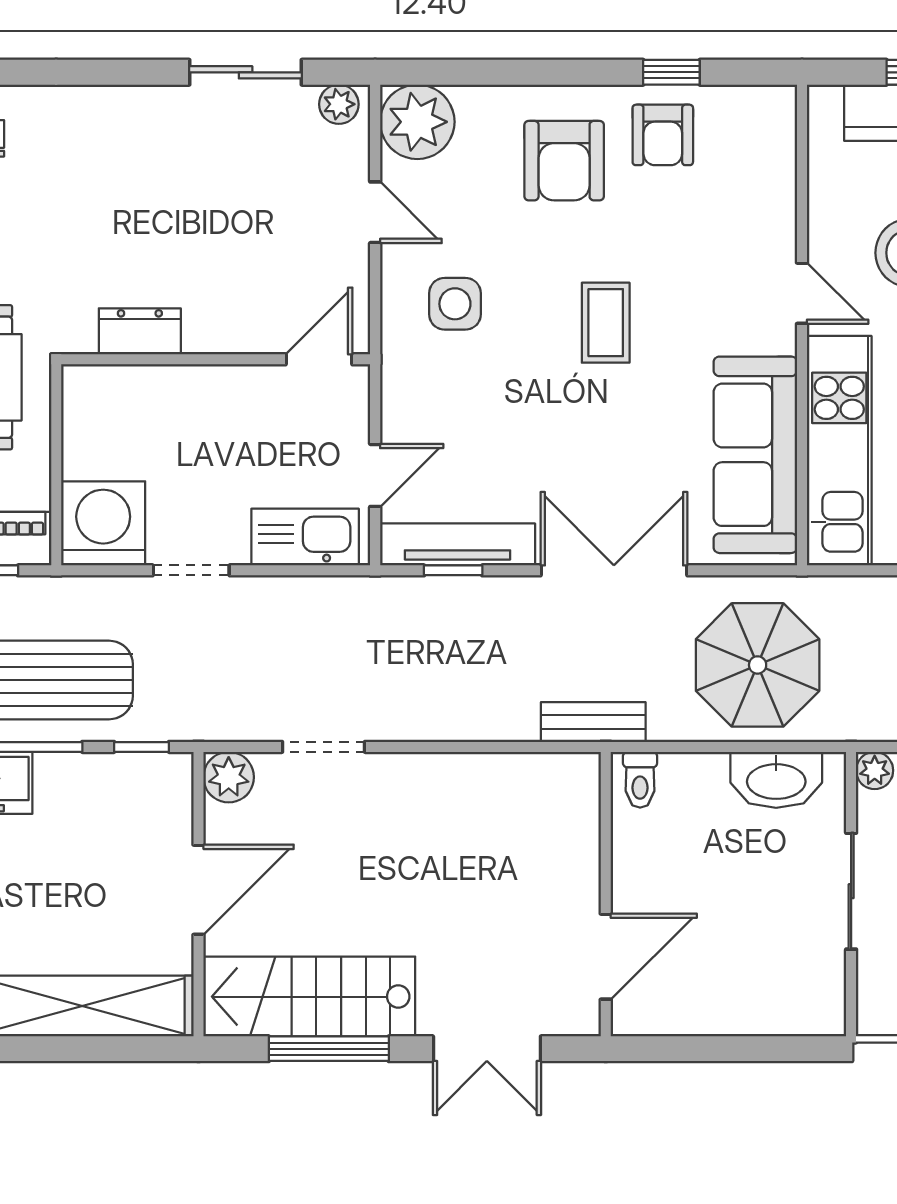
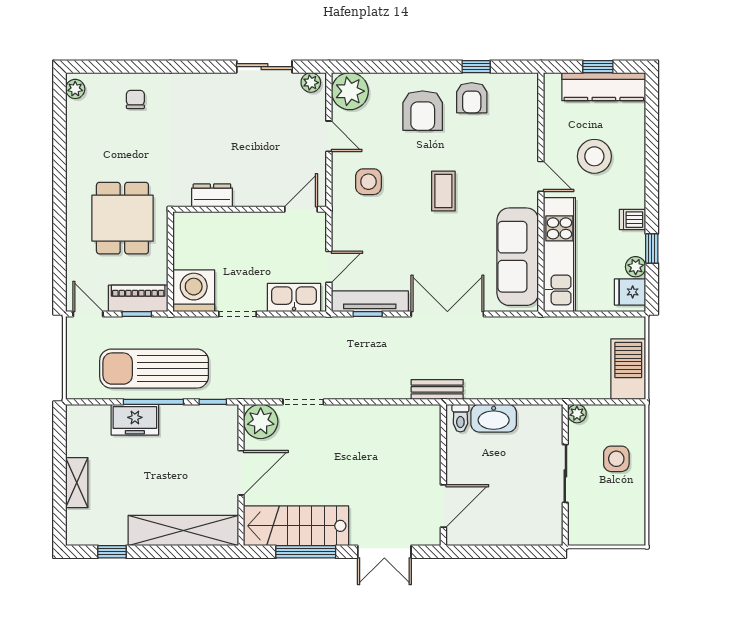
parasol: (758, 665) -> (519, 361), removed
plant: (229, 777) -> (261, 421), width x1.36, depth x1.36
washbasin: (776, 780) -> (494, 418), moved

